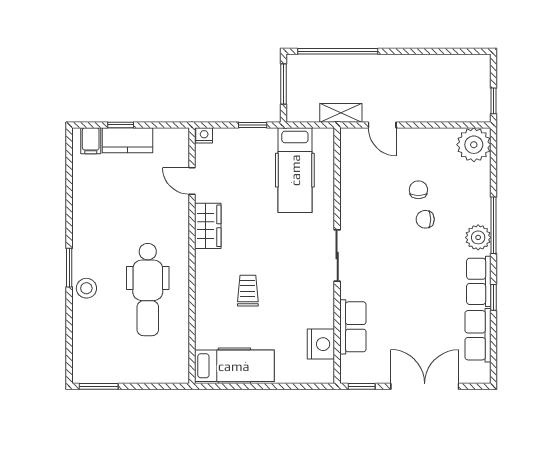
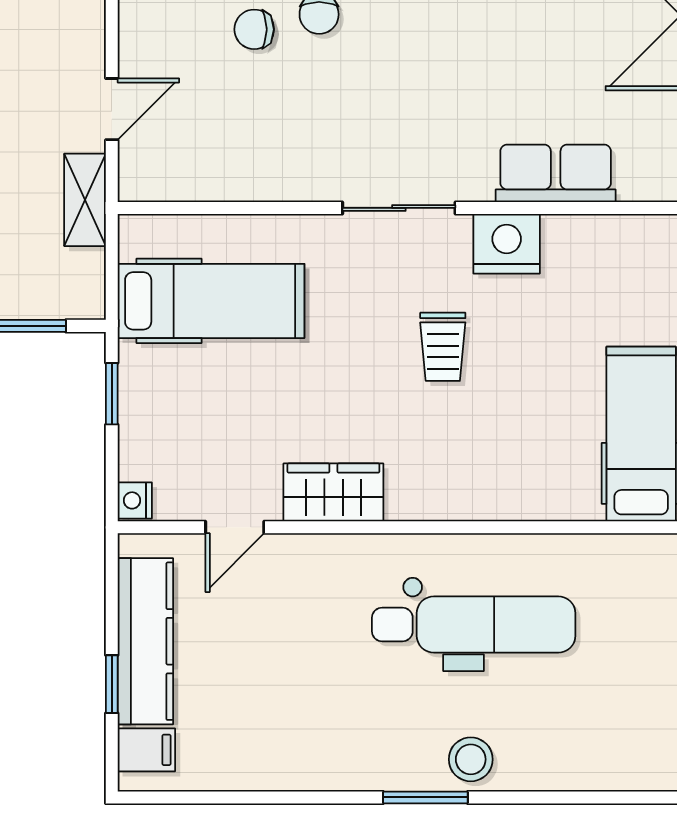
kitchen counter: (128, 140) -> (145, 641), width x1.50
trolley: (248, 291) -> (443, 347), moved, turned -90
nightstand: (321, 344) -> (507, 244), moved

